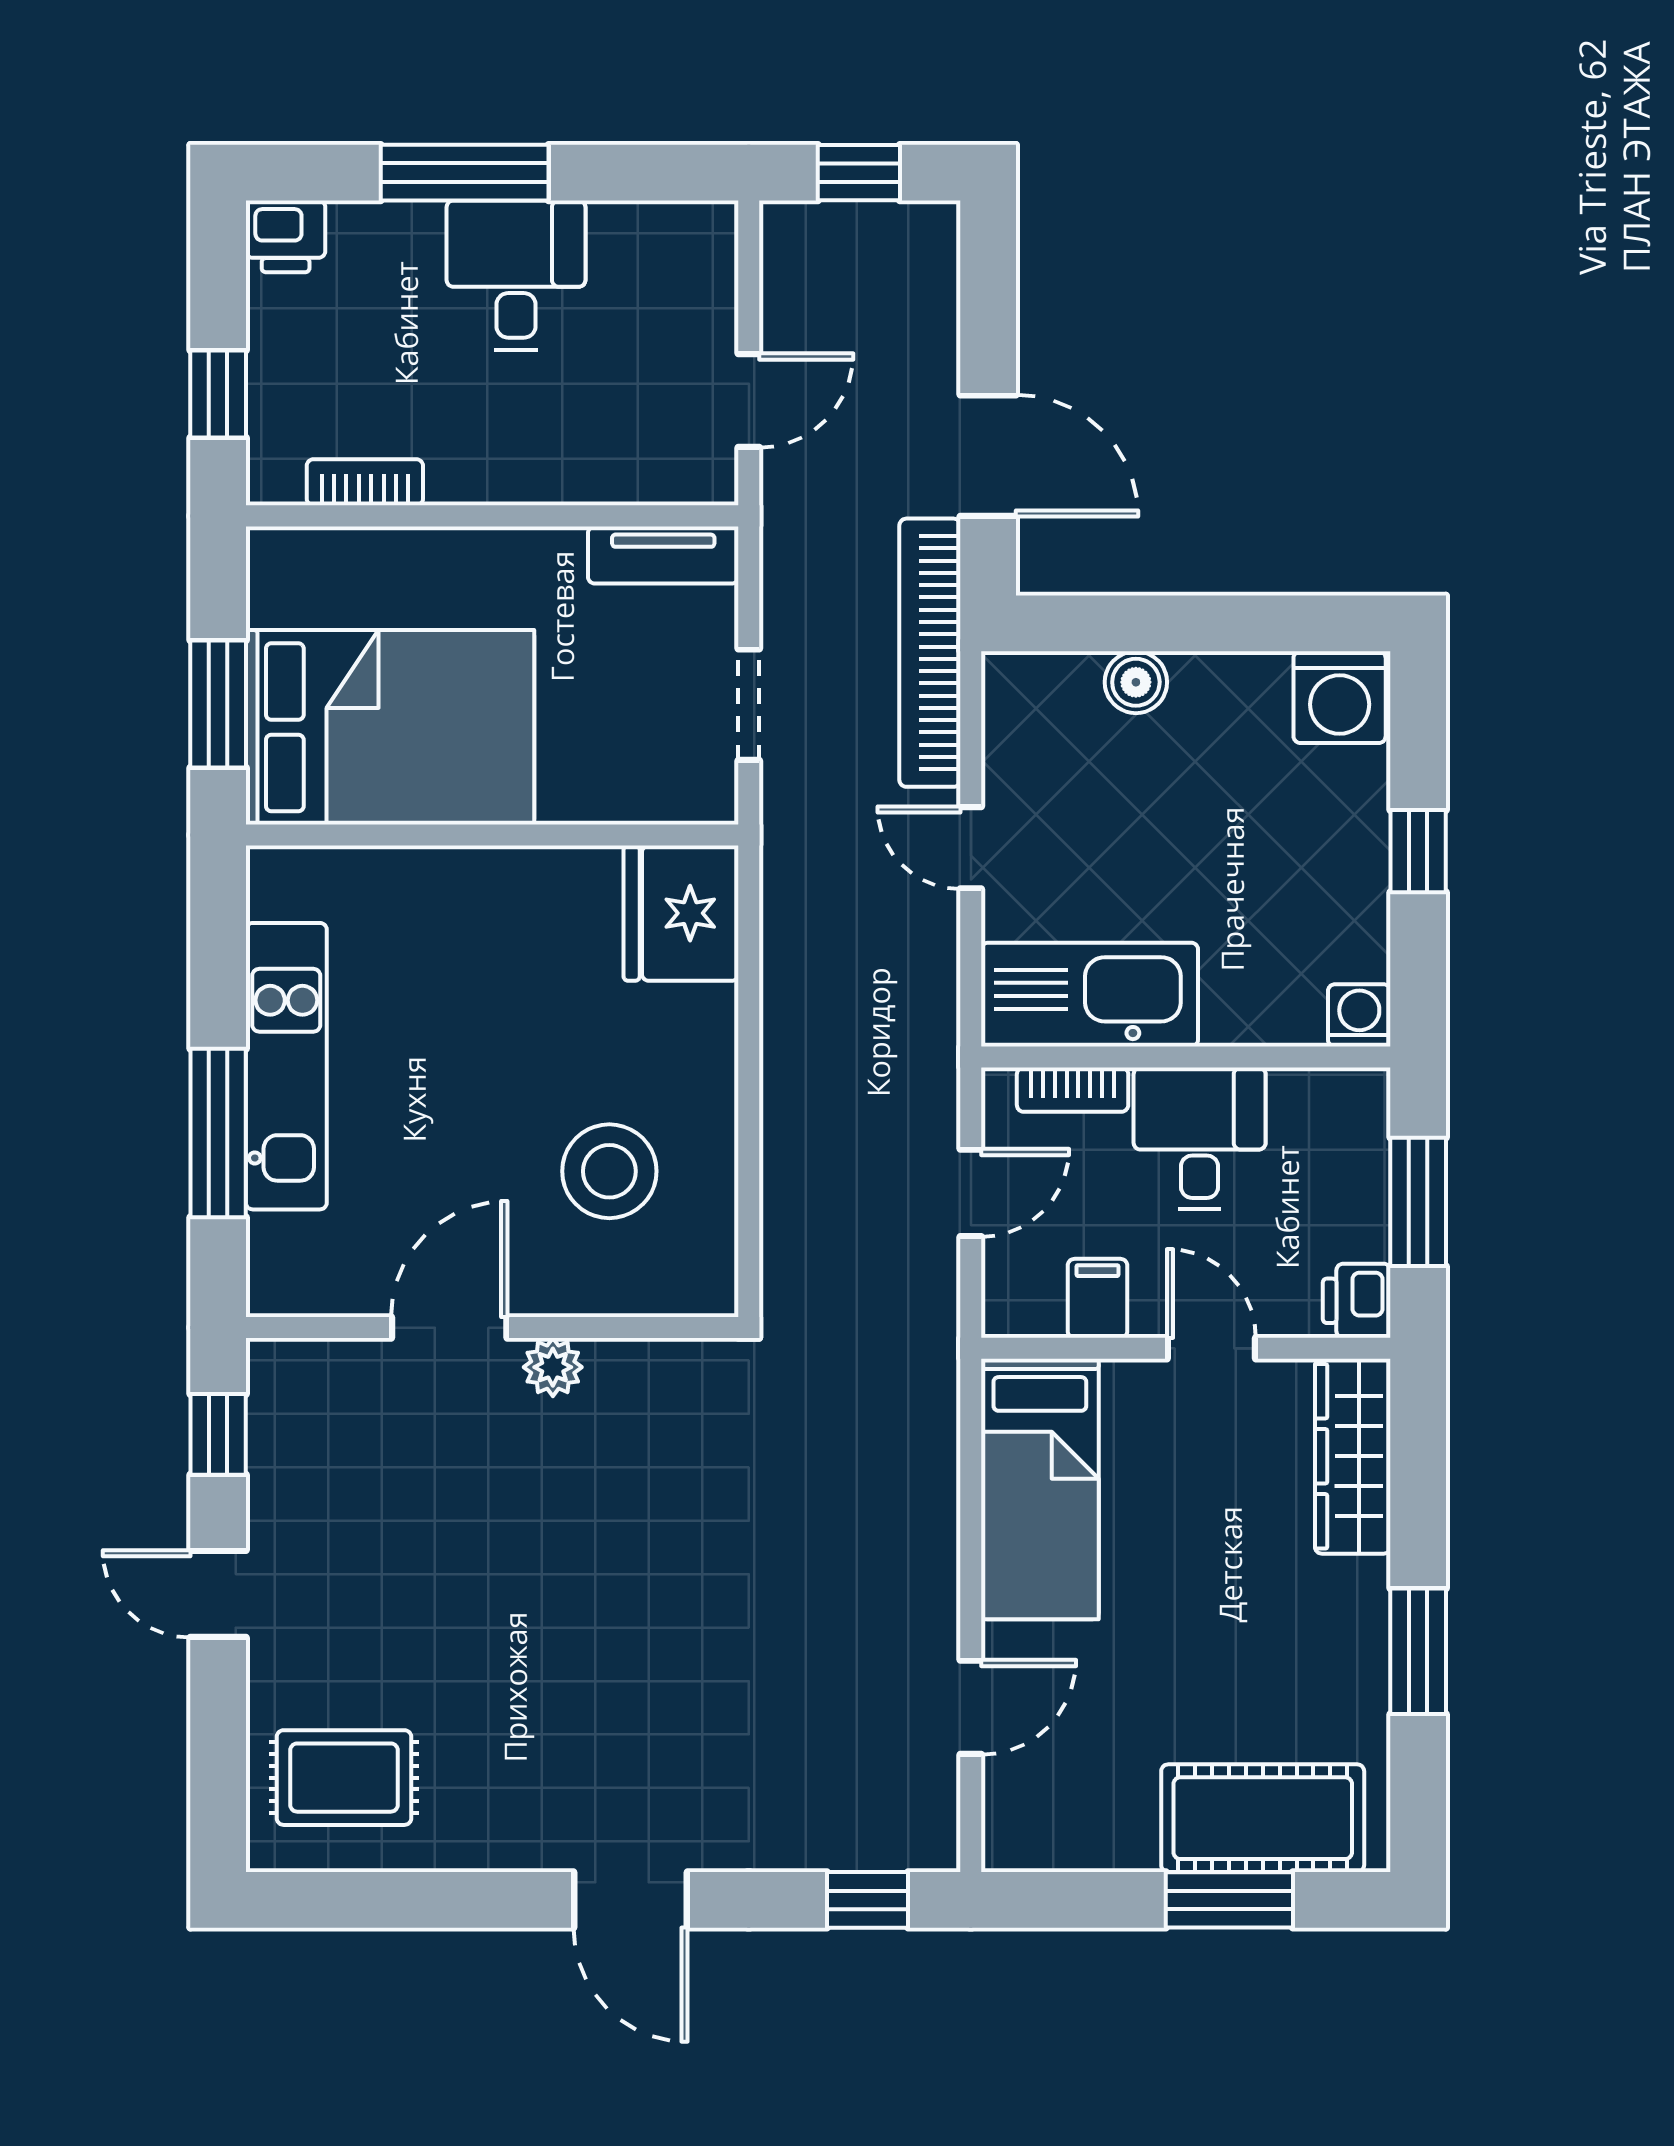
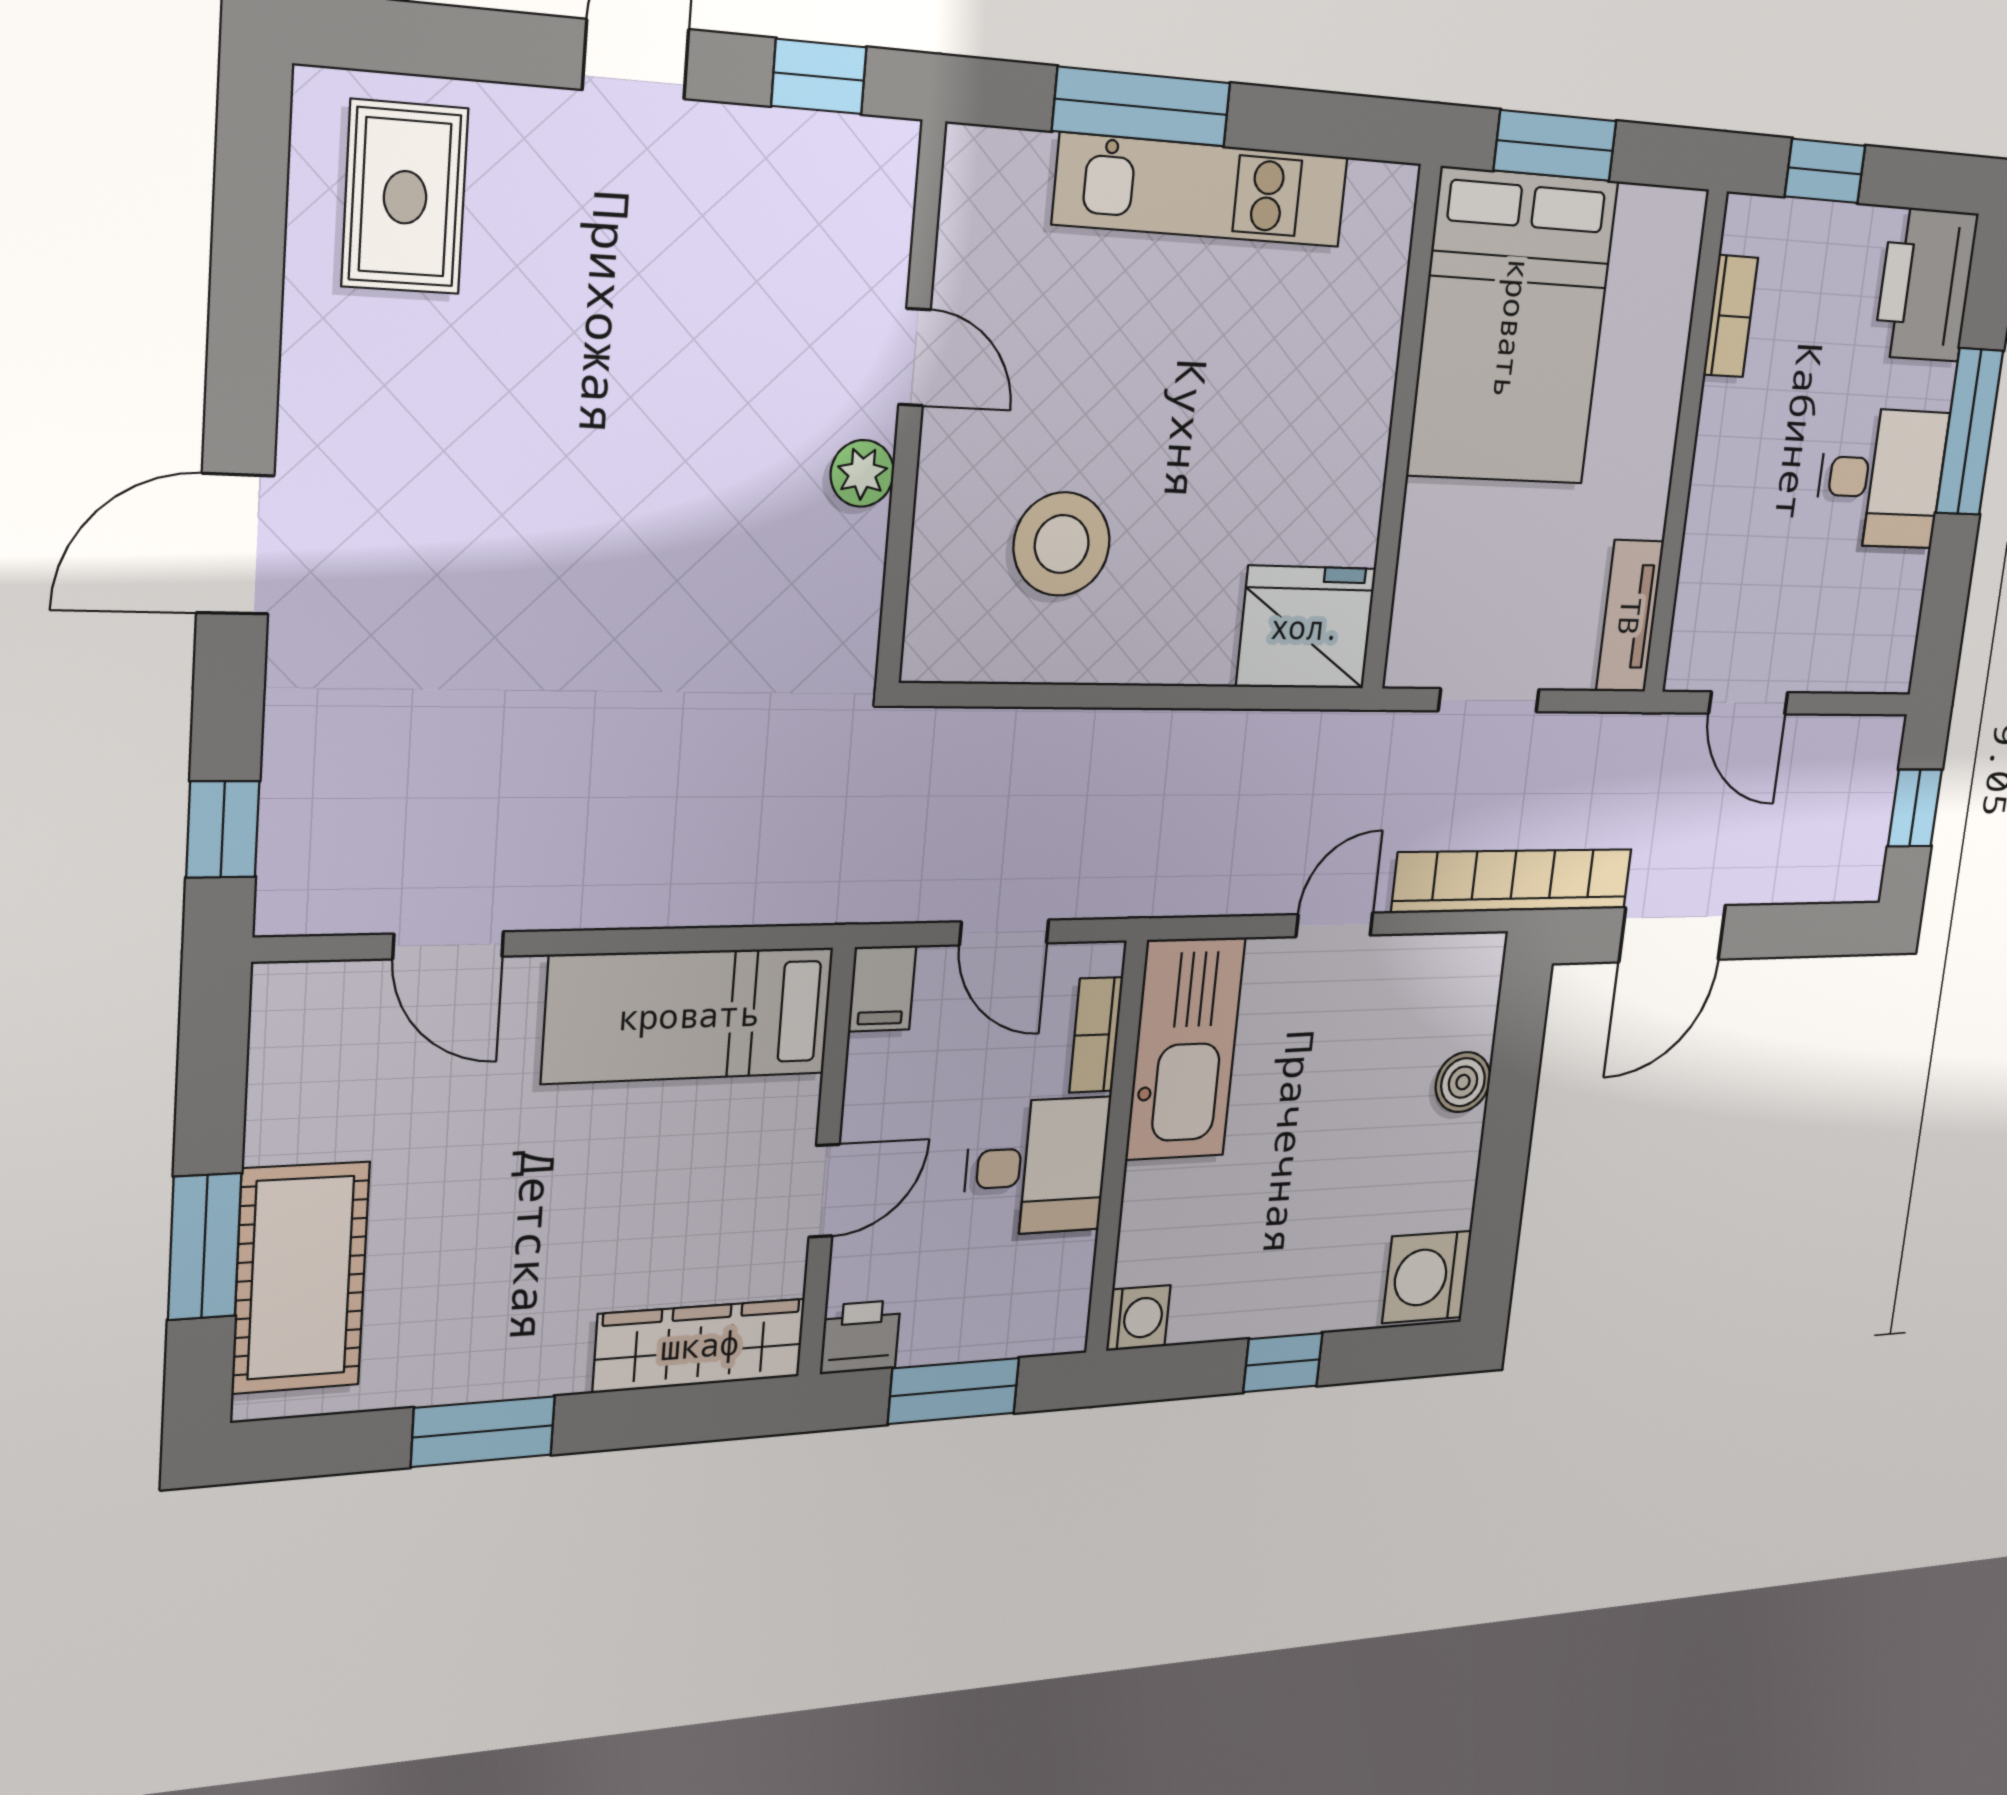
printer: (286, 236) -> (1926, 285), width x1.87, depth x1.48
filing cabinet: (1098, 1298) -> (882, 988), moved, turned 90
door: (449, 1328) -> (914, 357), width x0.73

